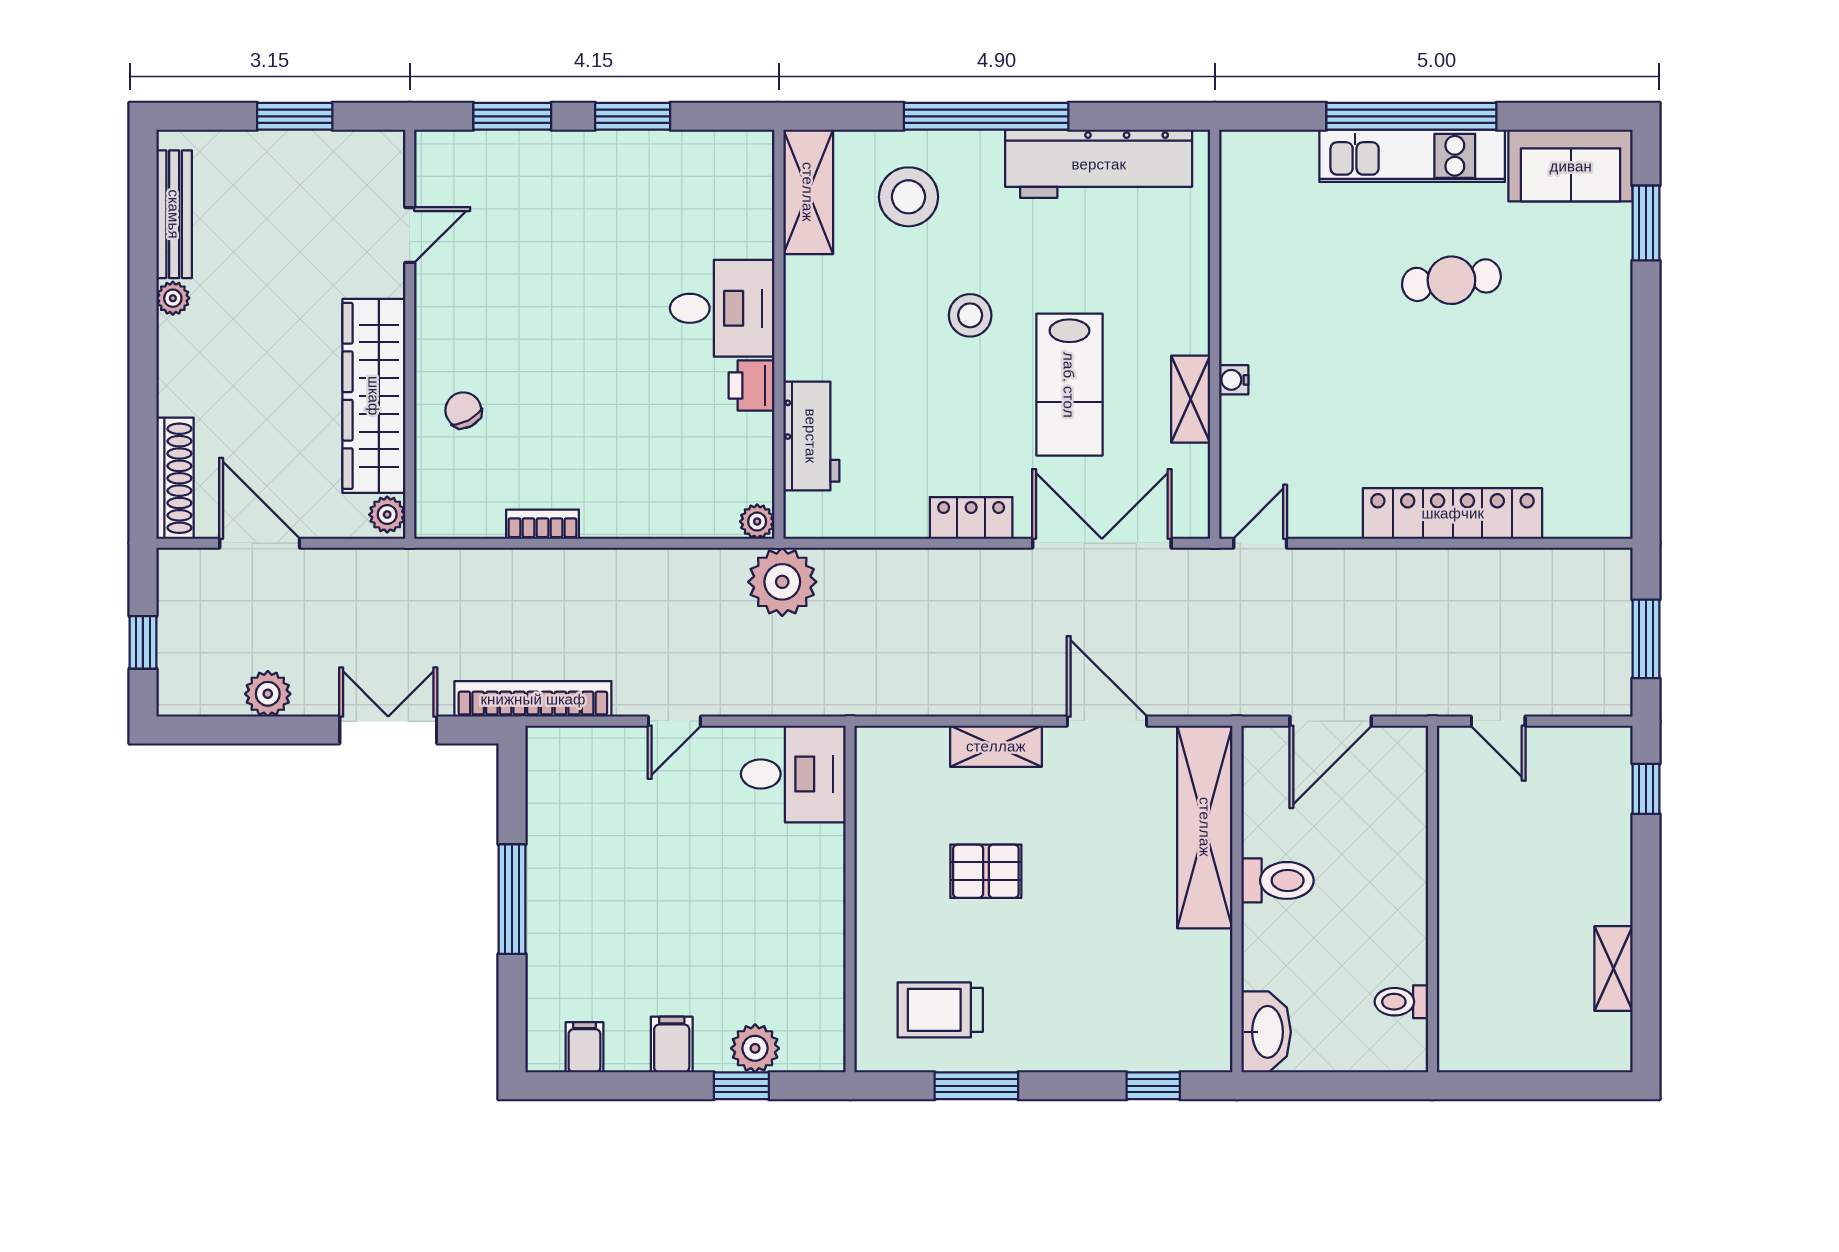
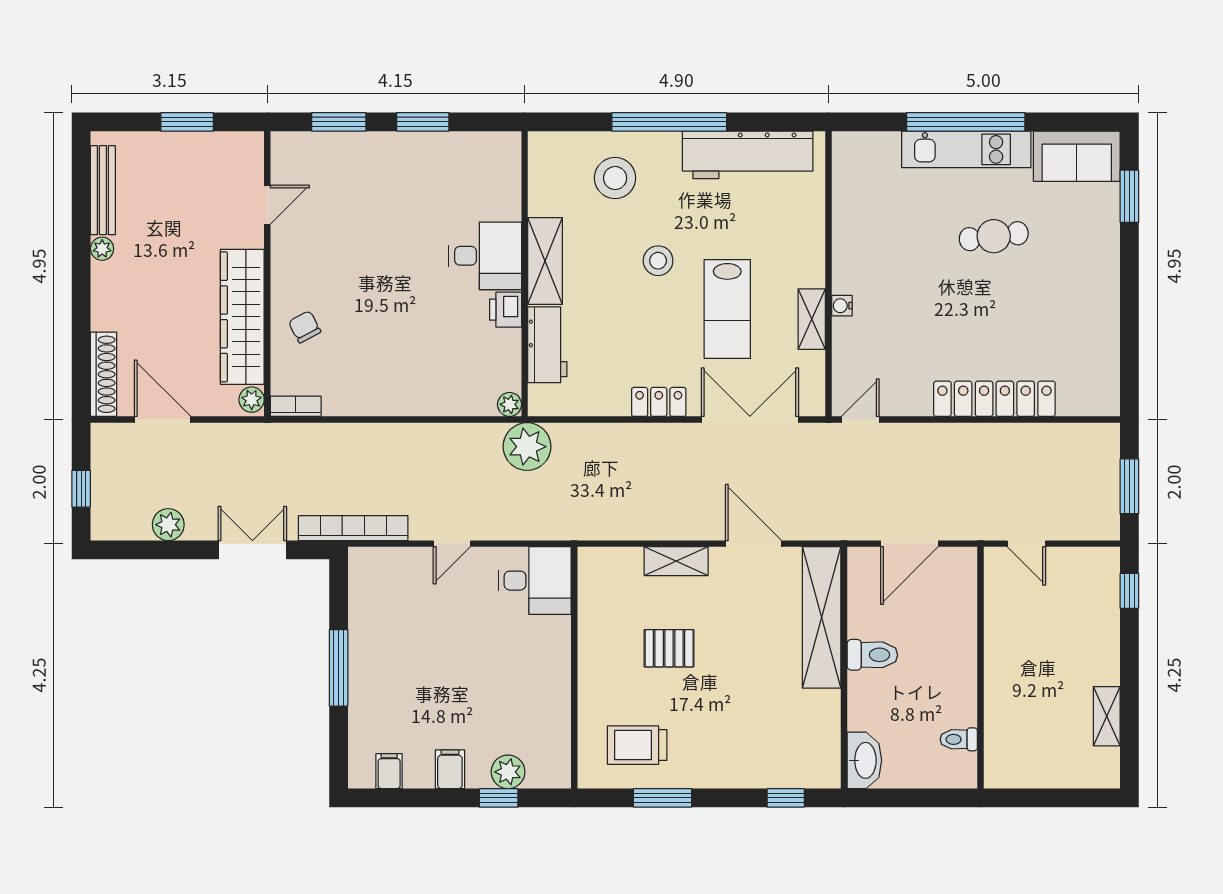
shelving: (808, 192) -> (545, 261), moved
bookcase: (542, 524) -> (296, 406), moved

